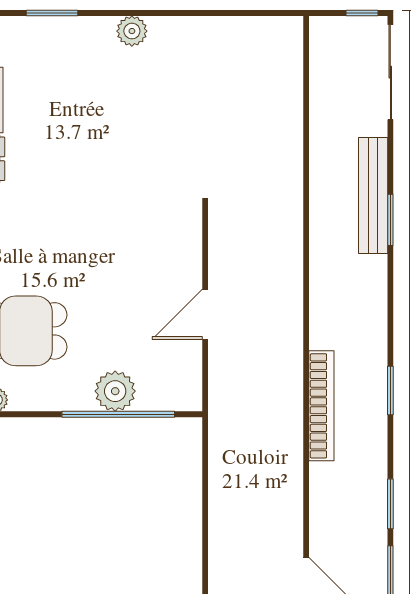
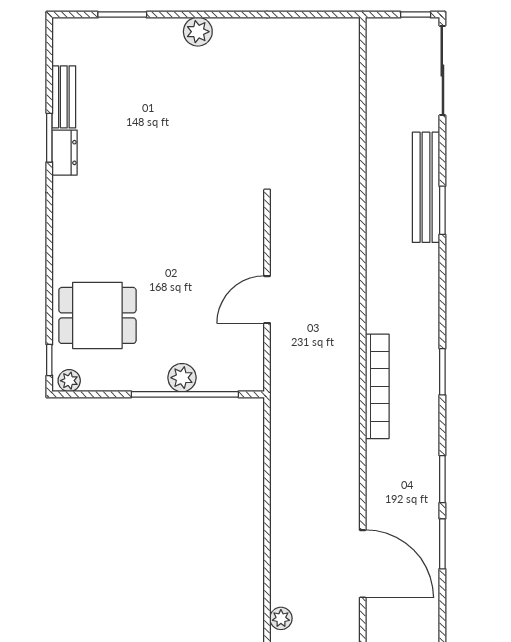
plant: (115, 391) -> (182, 378), width x0.73, depth x0.73

